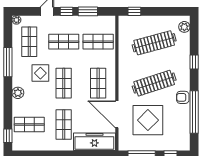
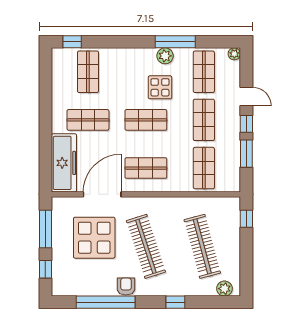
shop shelf: (29, 42) -> (204, 72), turned 90
plant: (18, 93) -> (165, 56), moved

